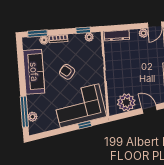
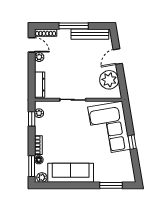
armchair: (67, 72) -> (73, 139), removed
window: (24, 112) -> (111, 185), width x0.69
plant: (32, 117) -> (42, 177), moved
window: (85, 125) -> (132, 142), moved

